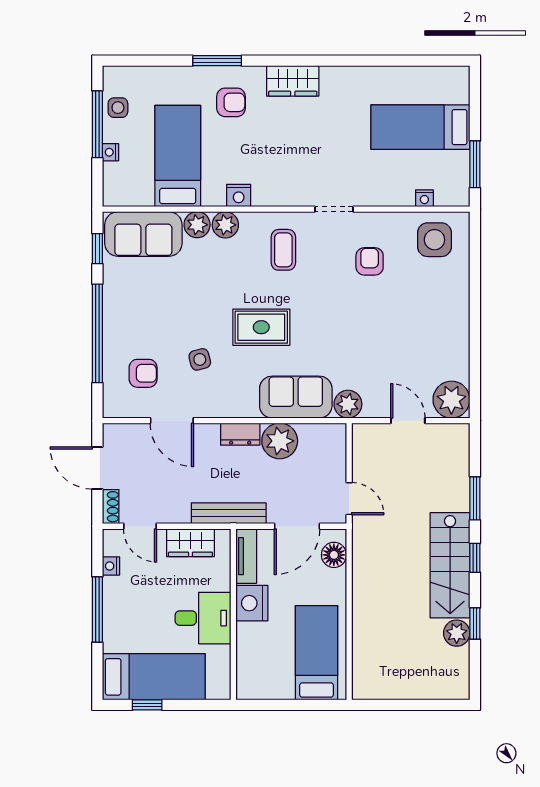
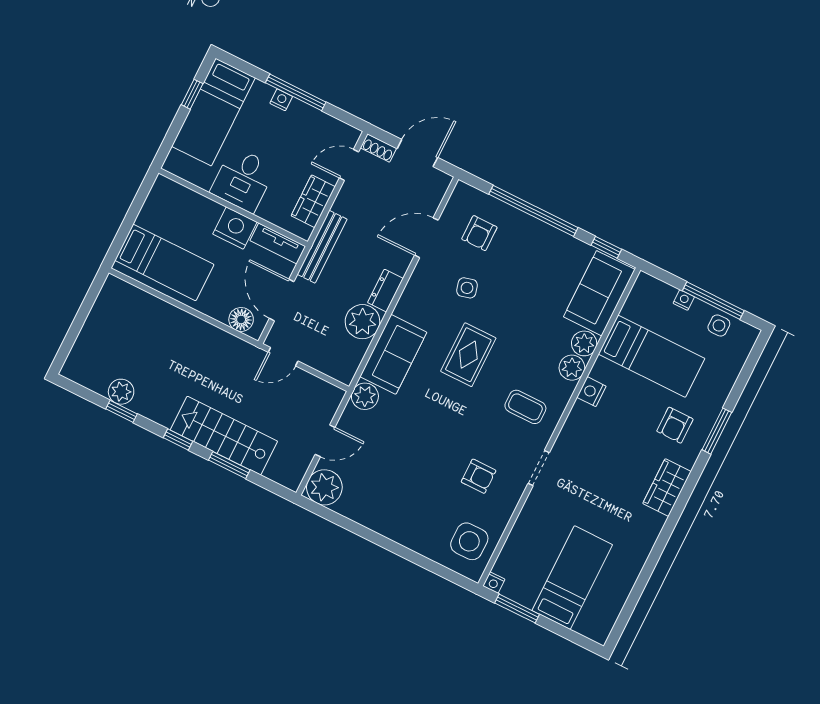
nightstand: (424, 198) -> (494, 583), moved, turned -90
stairs: (450, 565) -> (224, 436), moved
nightstand: (111, 566) -> (281, 100), moved

